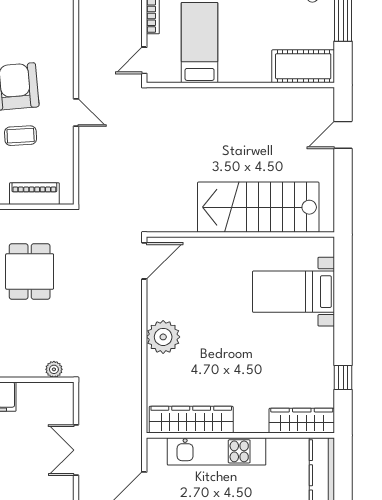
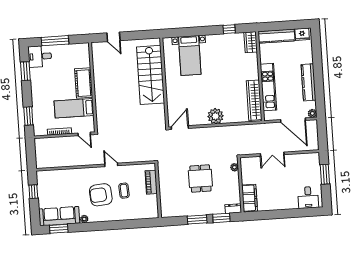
cot: (303, 66) -> (84, 83), moved
door: (76, 112) -> (111, 165), hinge flipped
door: (144, 261) -> (180, 128), hinge flipped
dining table: (30, 271) -> (200, 178), moved, turned 90
wardrobe: (302, 421) -> (251, 42), width x0.67

